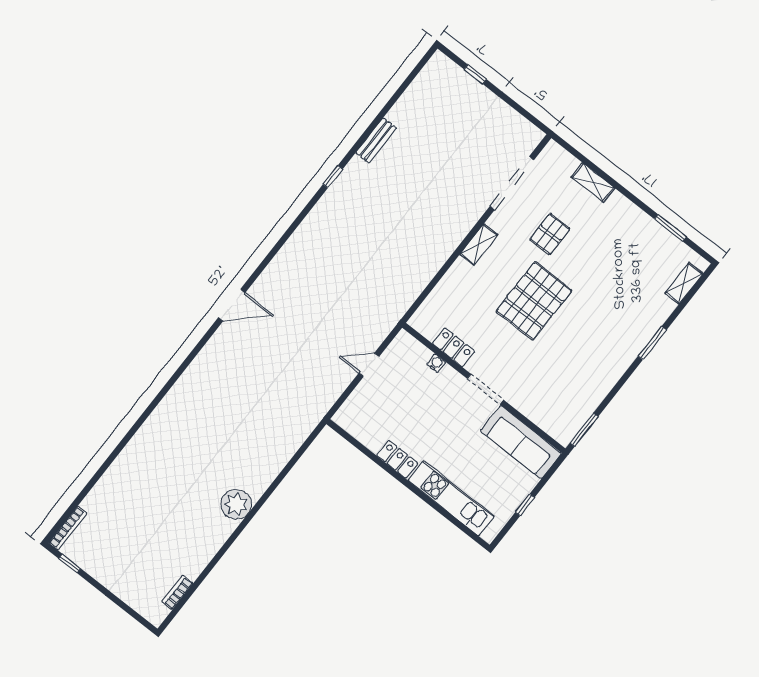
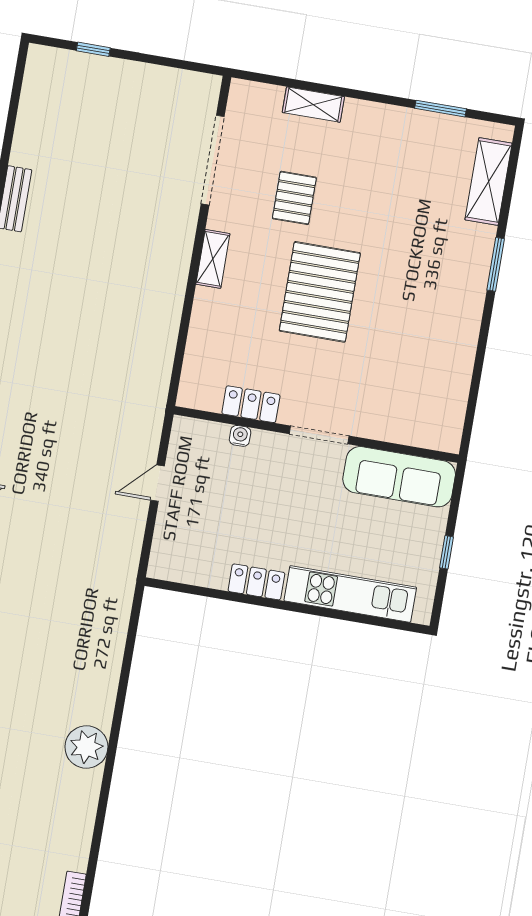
shelving: (684, 283) -> (489, 182), width x1.50, depth x1.33
window: (584, 430) -> (469, 419), removed

